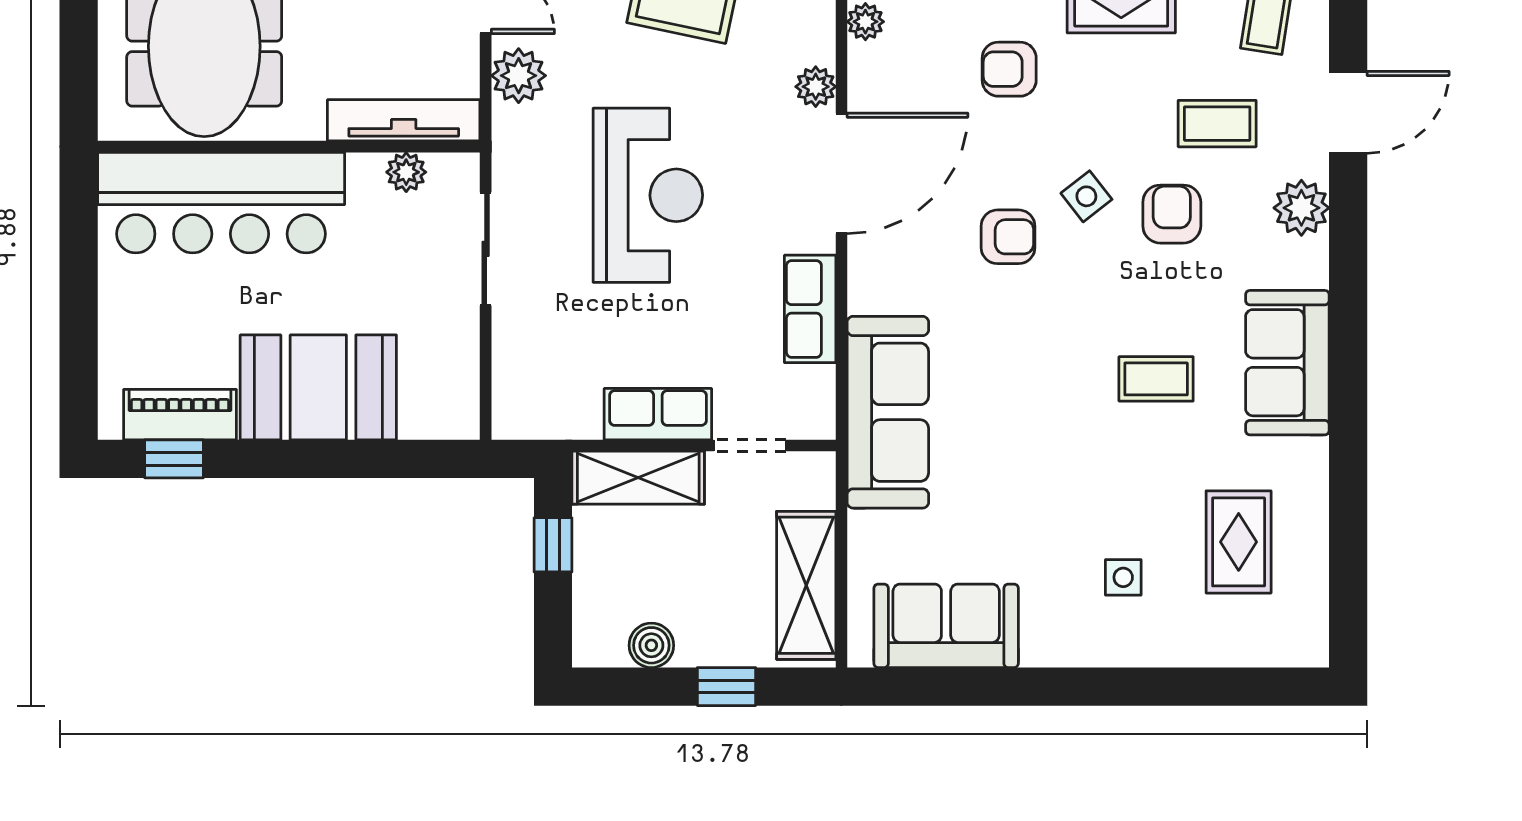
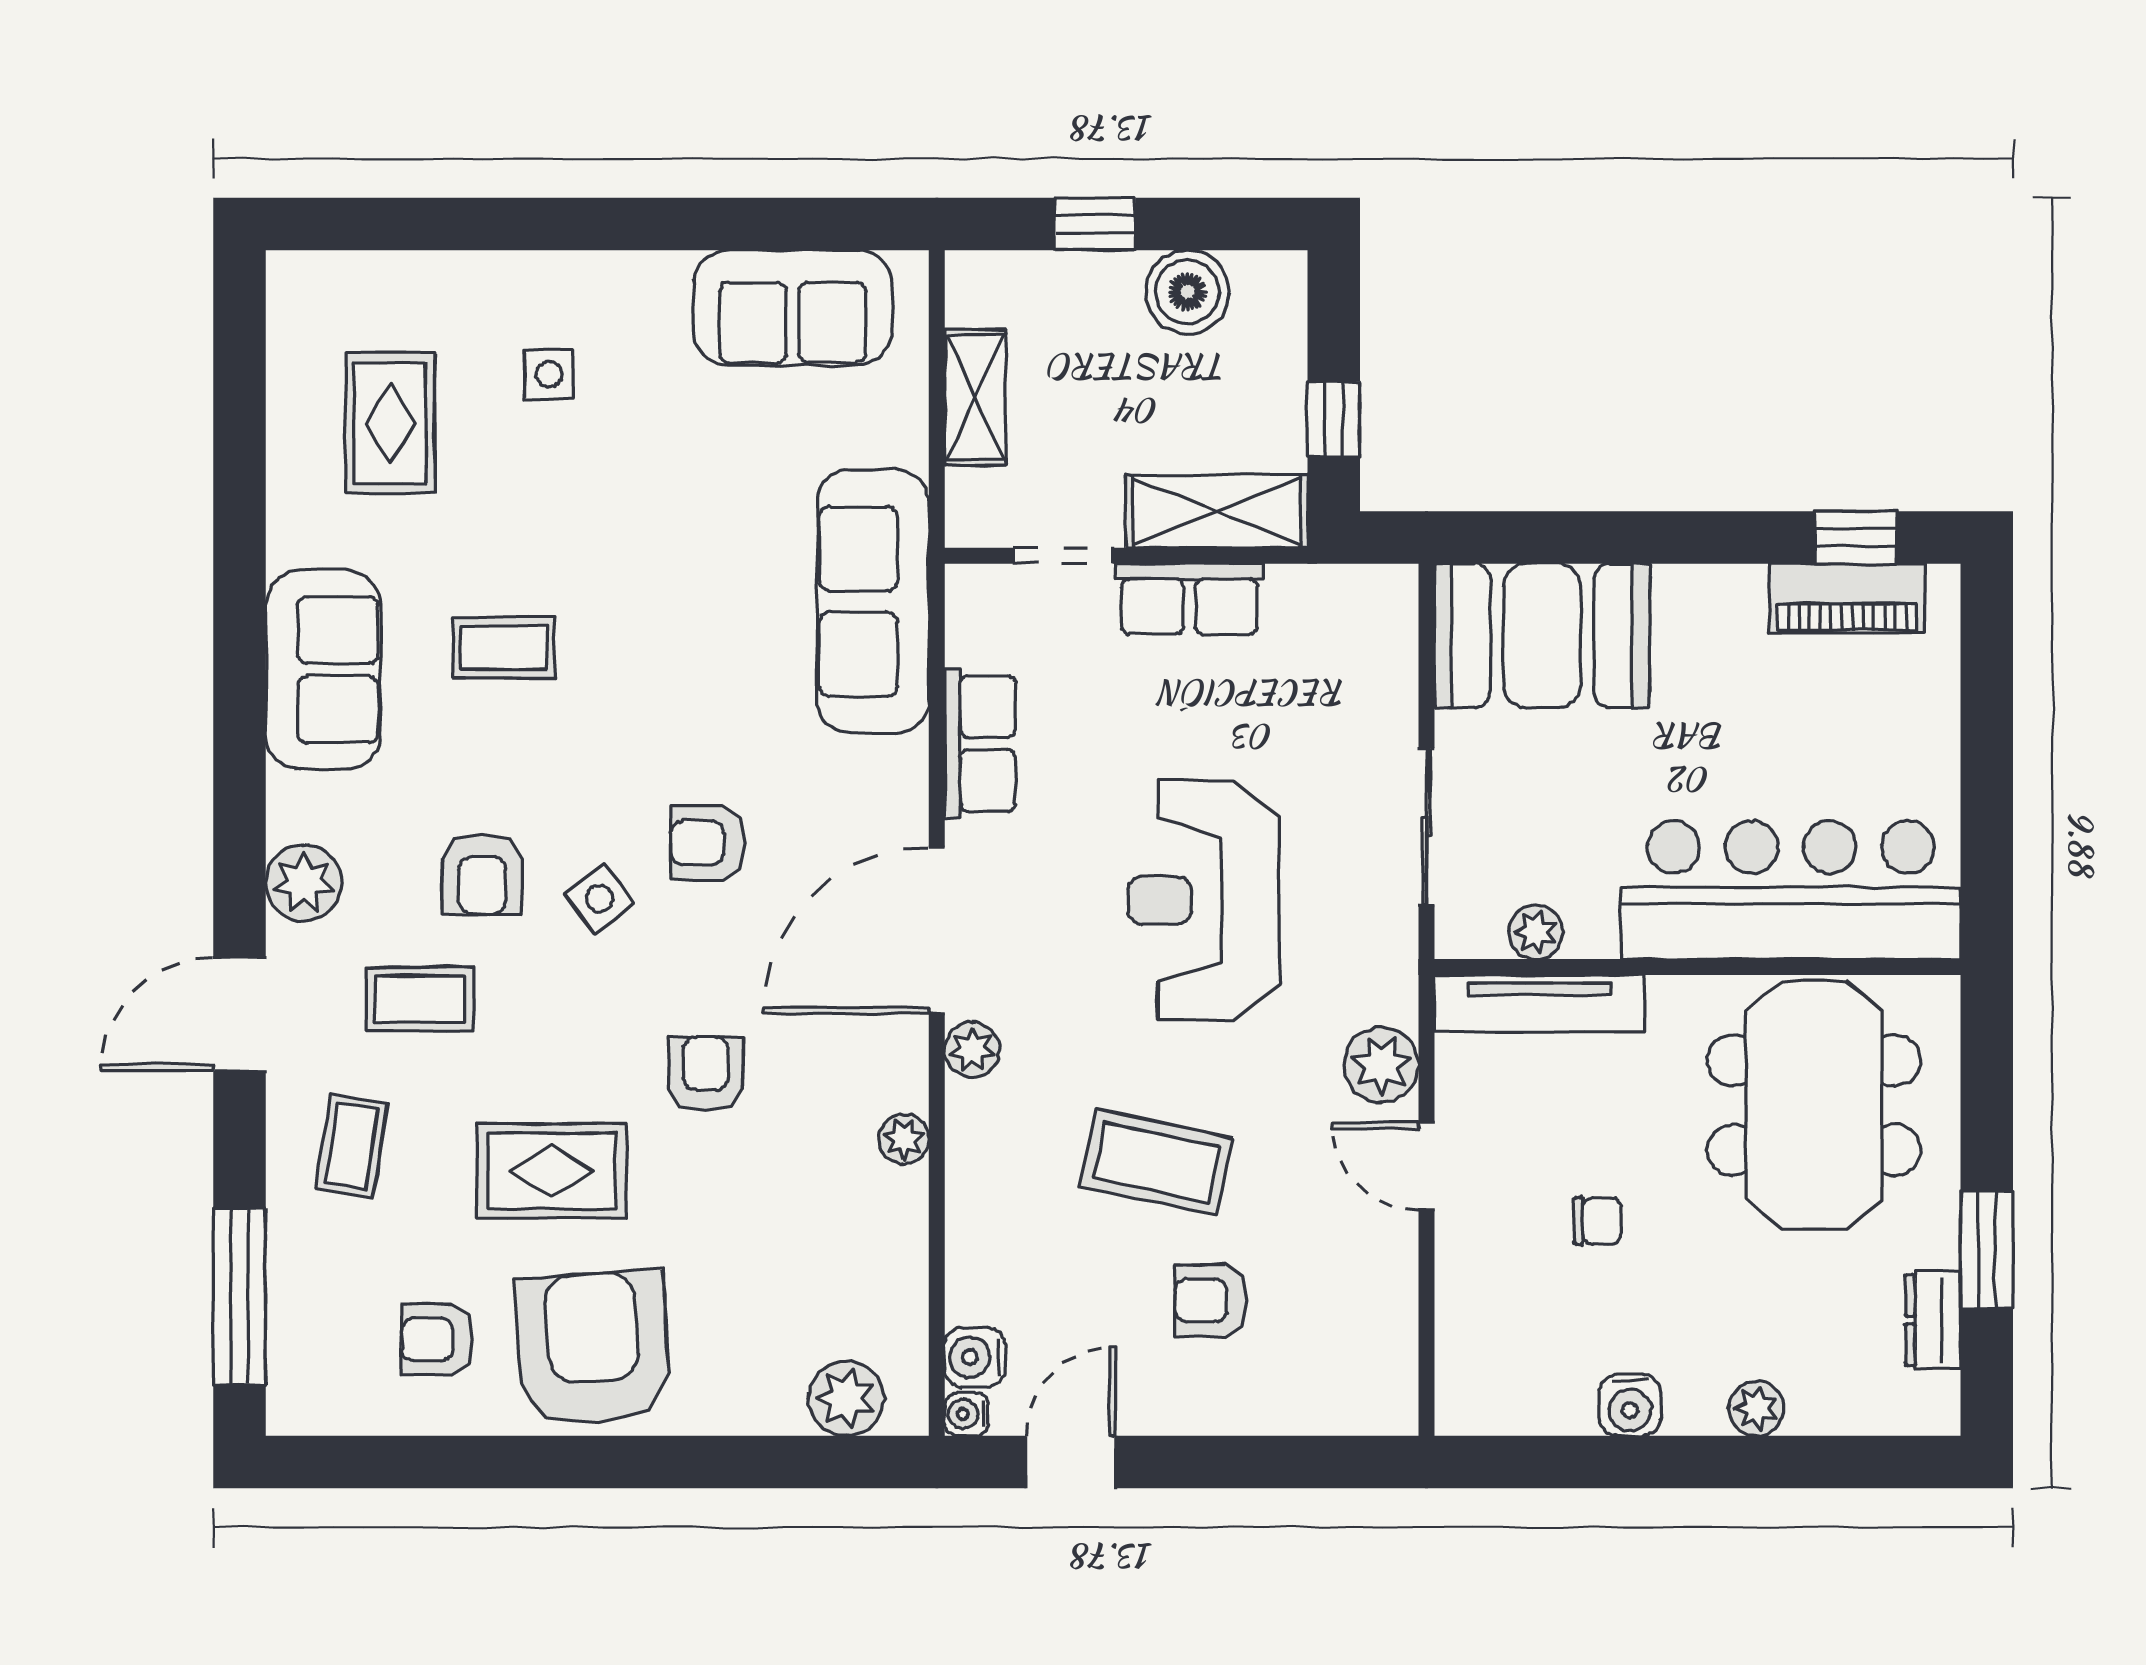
armchair: (1009, 69) -> (706, 1074), turned -90
booth: (318, 387) -> (1542, 636), moved
shelving: (806, 585) -> (975, 397), width x0.67, depth x0.75
boiler: (651, 645) -> (1187, 292), width x1.36, depth x1.36

